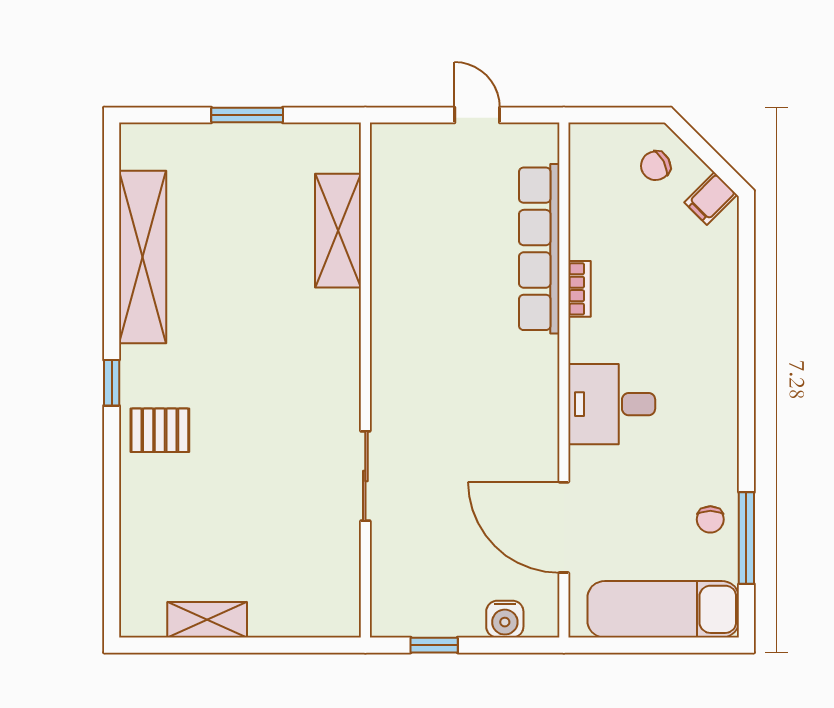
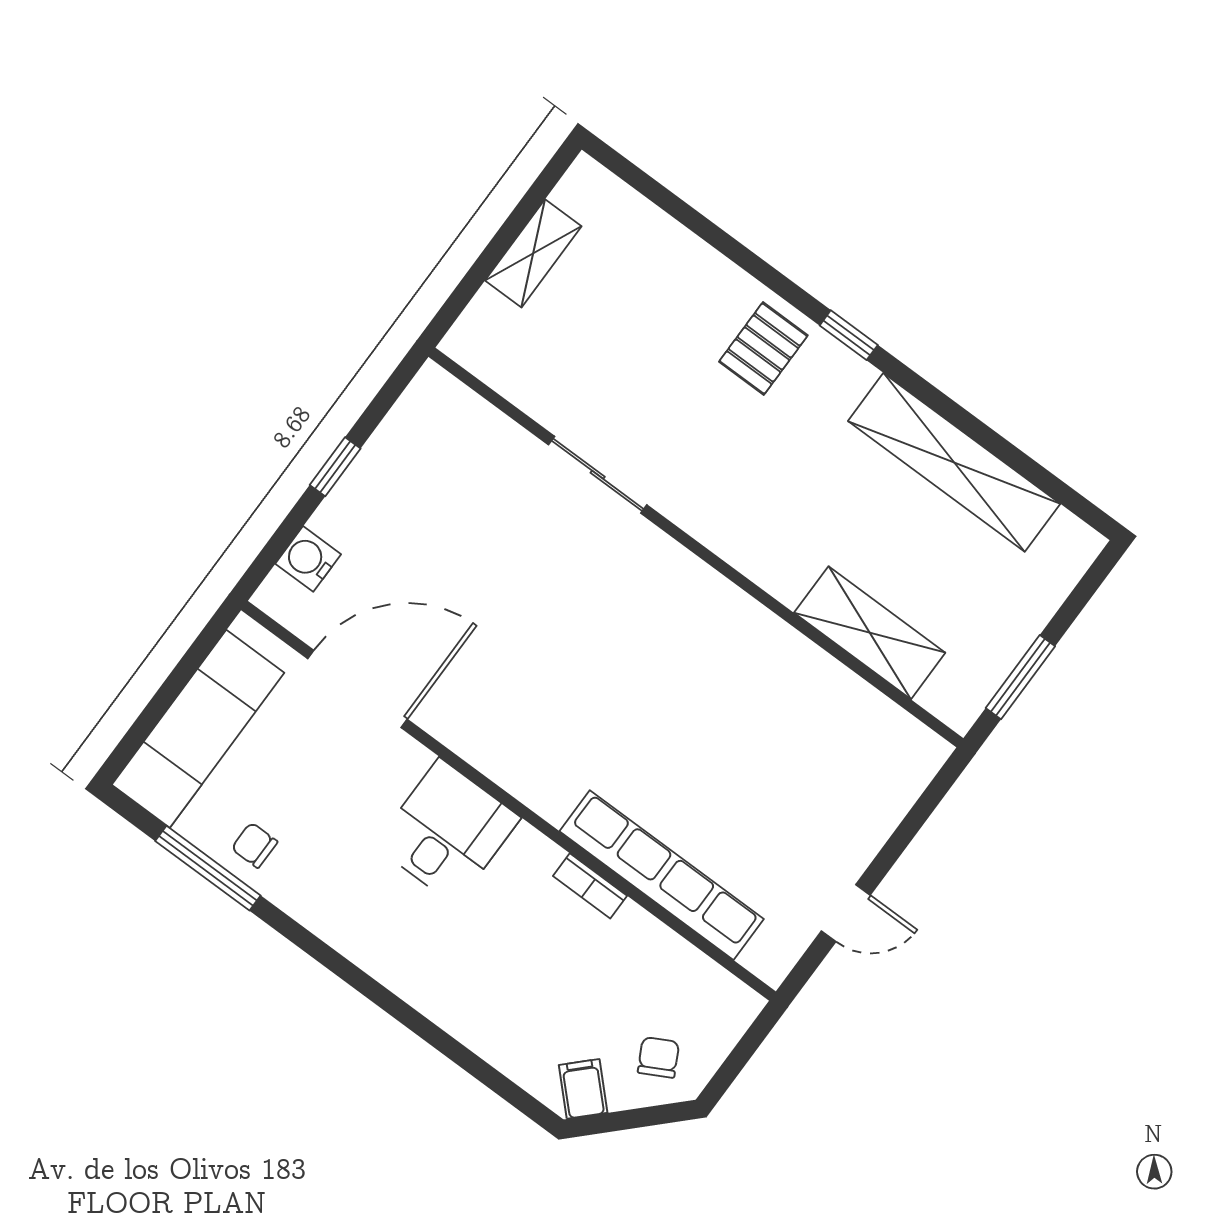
shelving: (338, 231) -> (870, 633), moved
wall: (365, 380) -> (696, 547), moved
sliding door: (365, 476) -> (598, 475), moved

